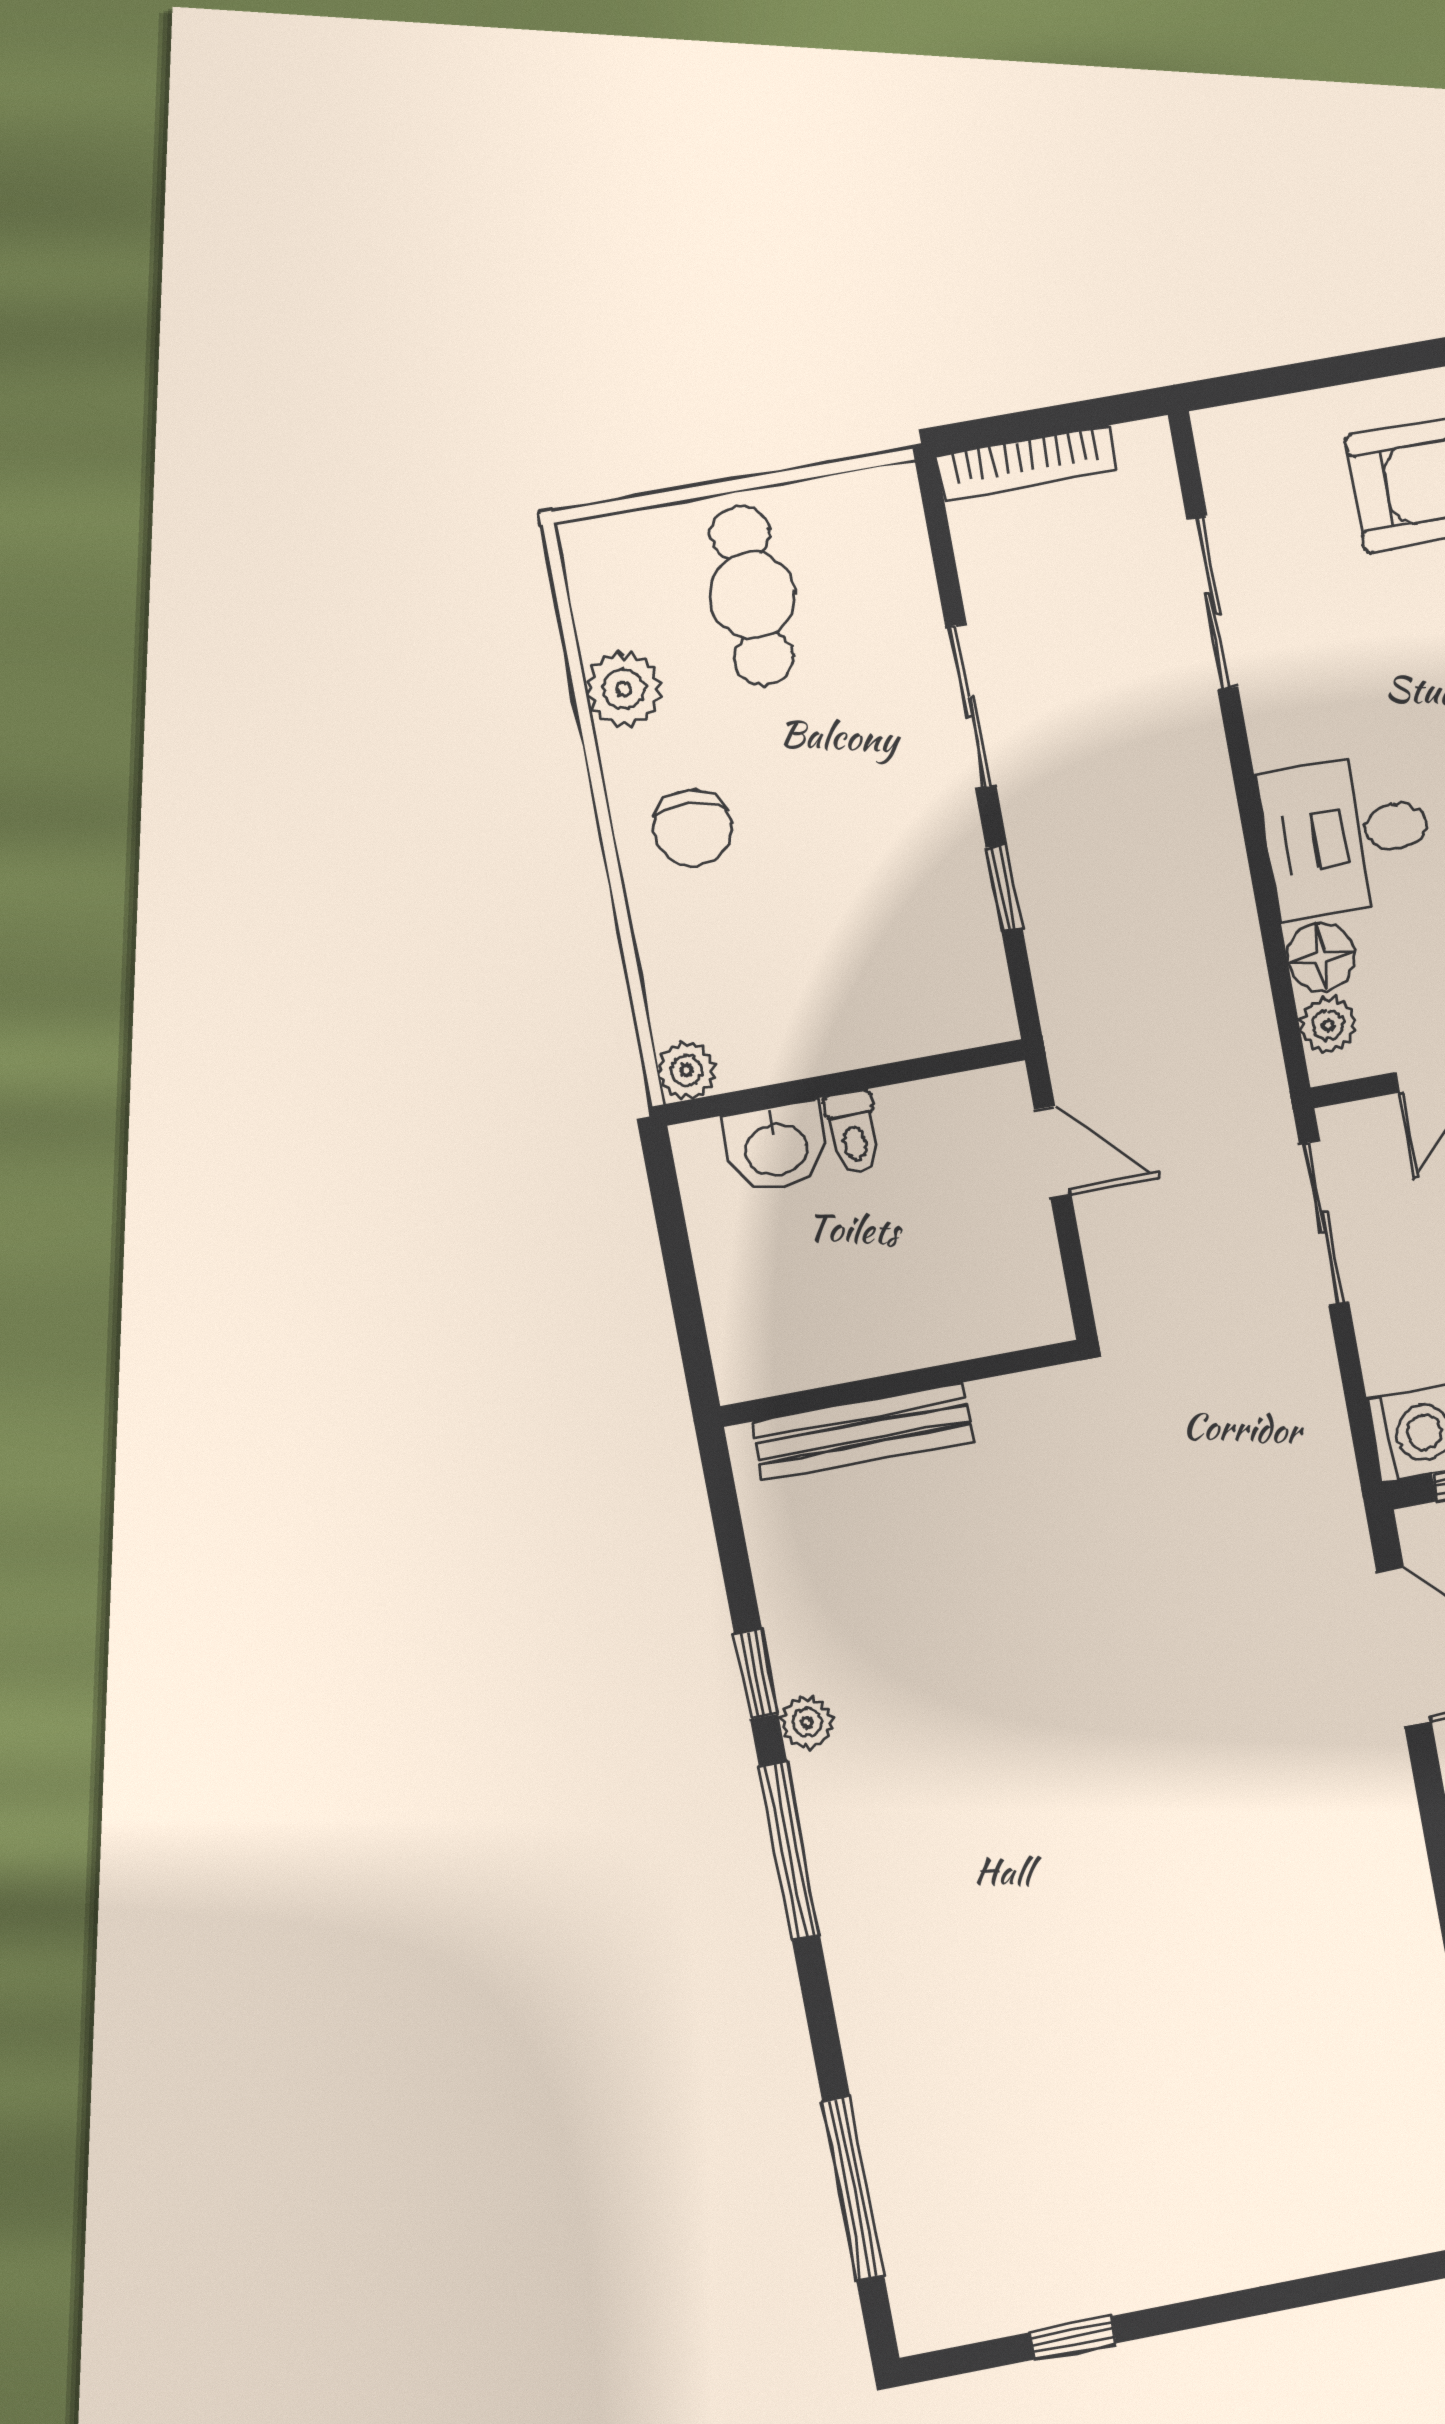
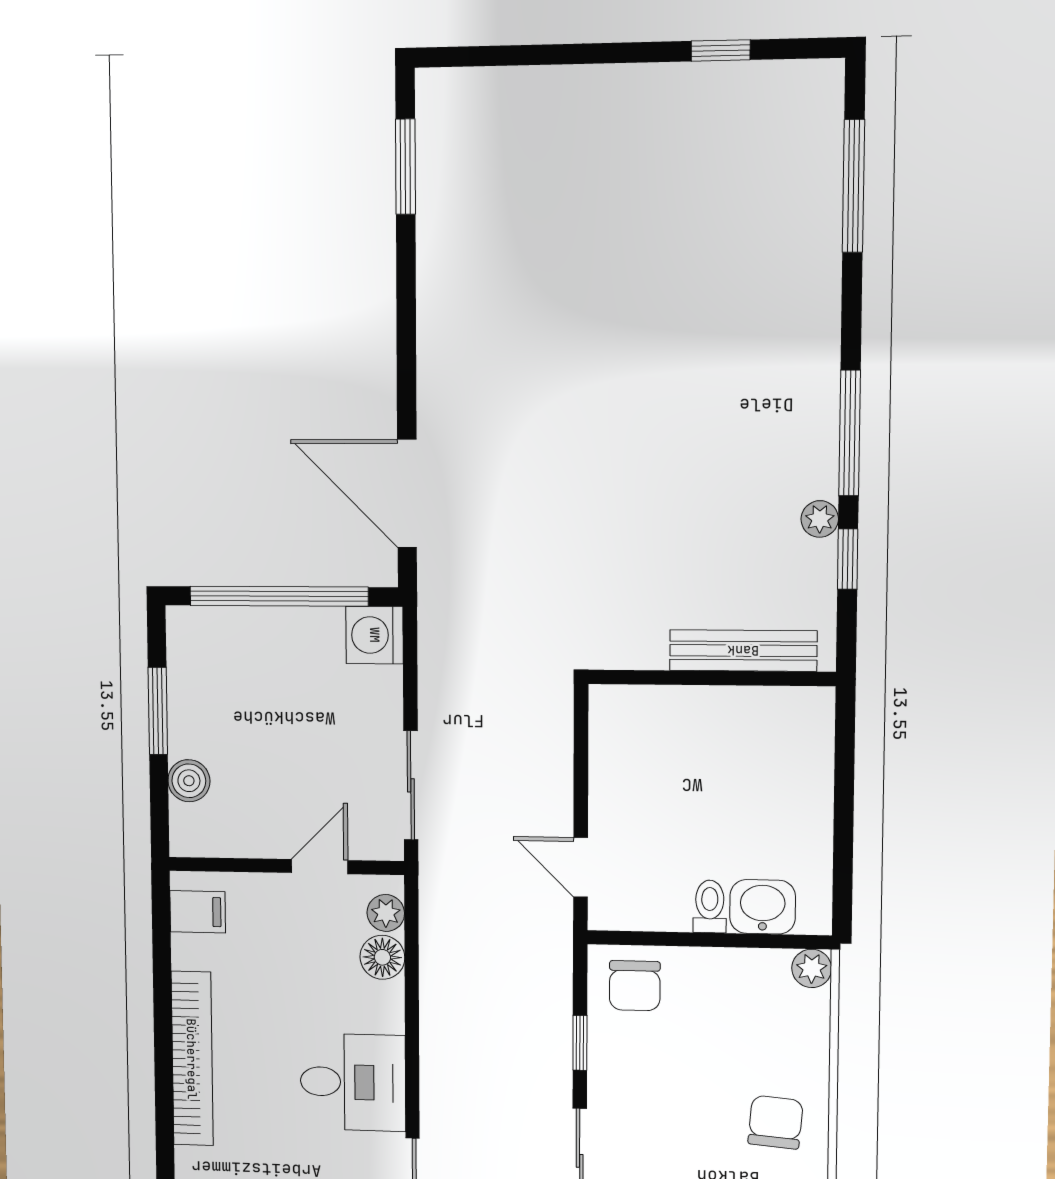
desk: (1347, 835) -> (353, 1082), moved
chair: (940, 991) -> (635, 986), added
wall: (901, 1383) -> (711, 678), moved
bench: (863, 1432) -> (743, 651), moved

